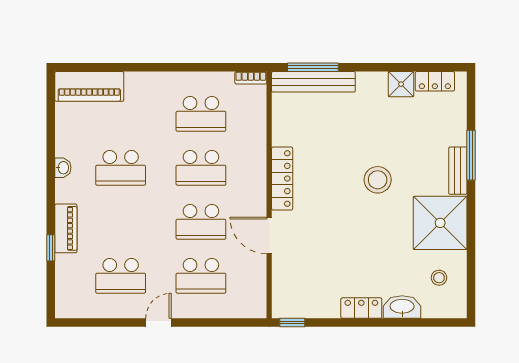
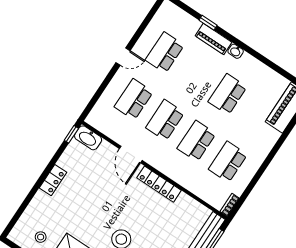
washbasin: (63, 168) -> (236, 51), moved
door: (269, 236) -> (131, 155), swing flipped
washbasin: (402, 307) -> (88, 138), moved, turned 90
door: (158, 322) -> (123, 57), hinge flipped

